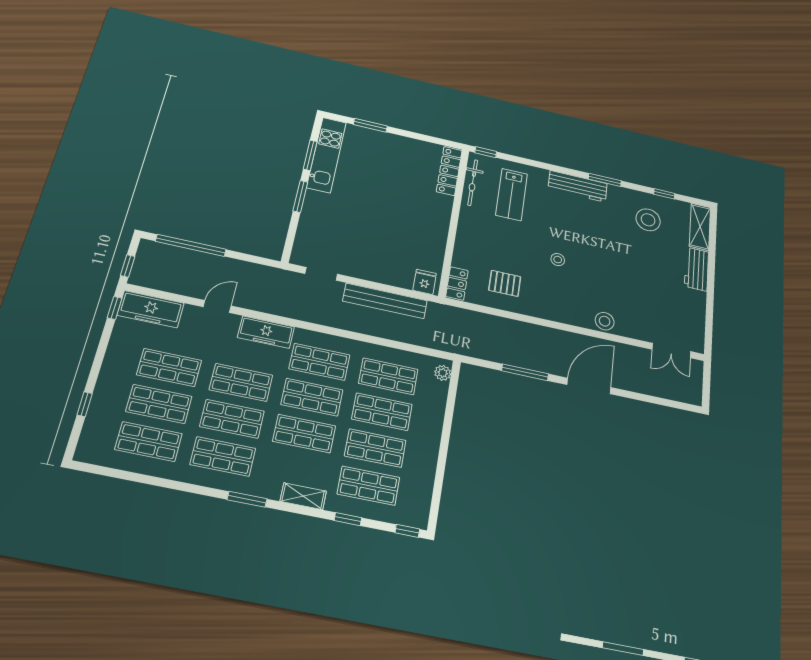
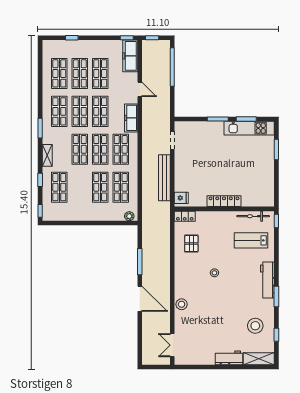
locker: (449, 171) -> (224, 201), moved
shop shelf: (375, 448) -> (80, 187), removed

